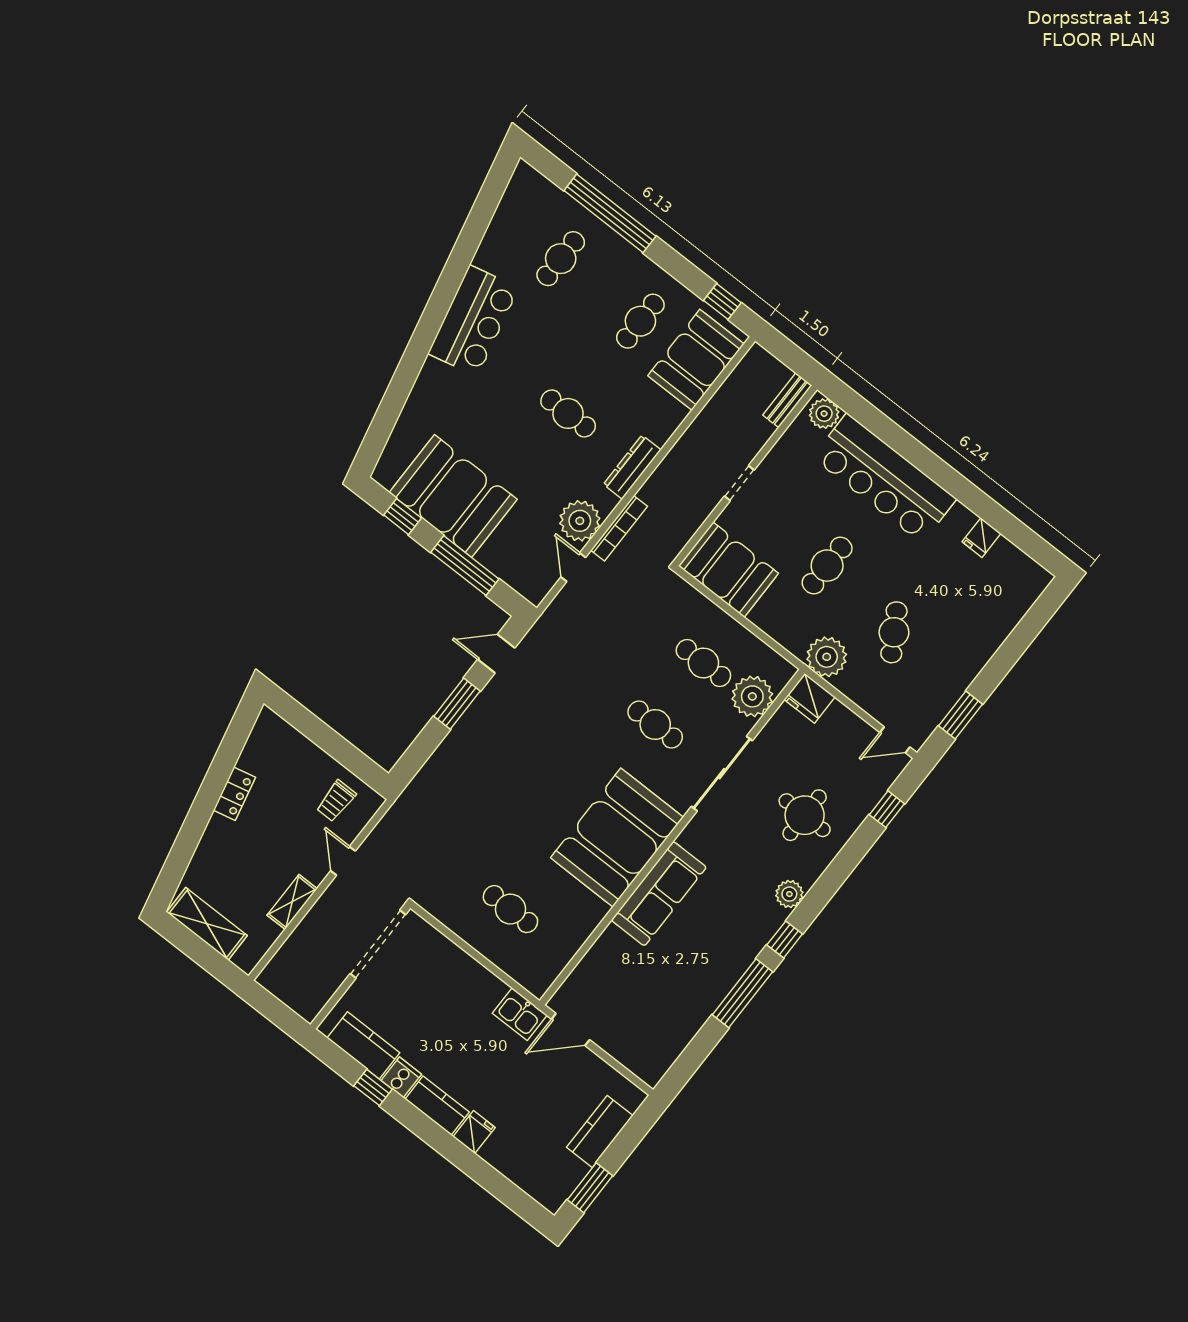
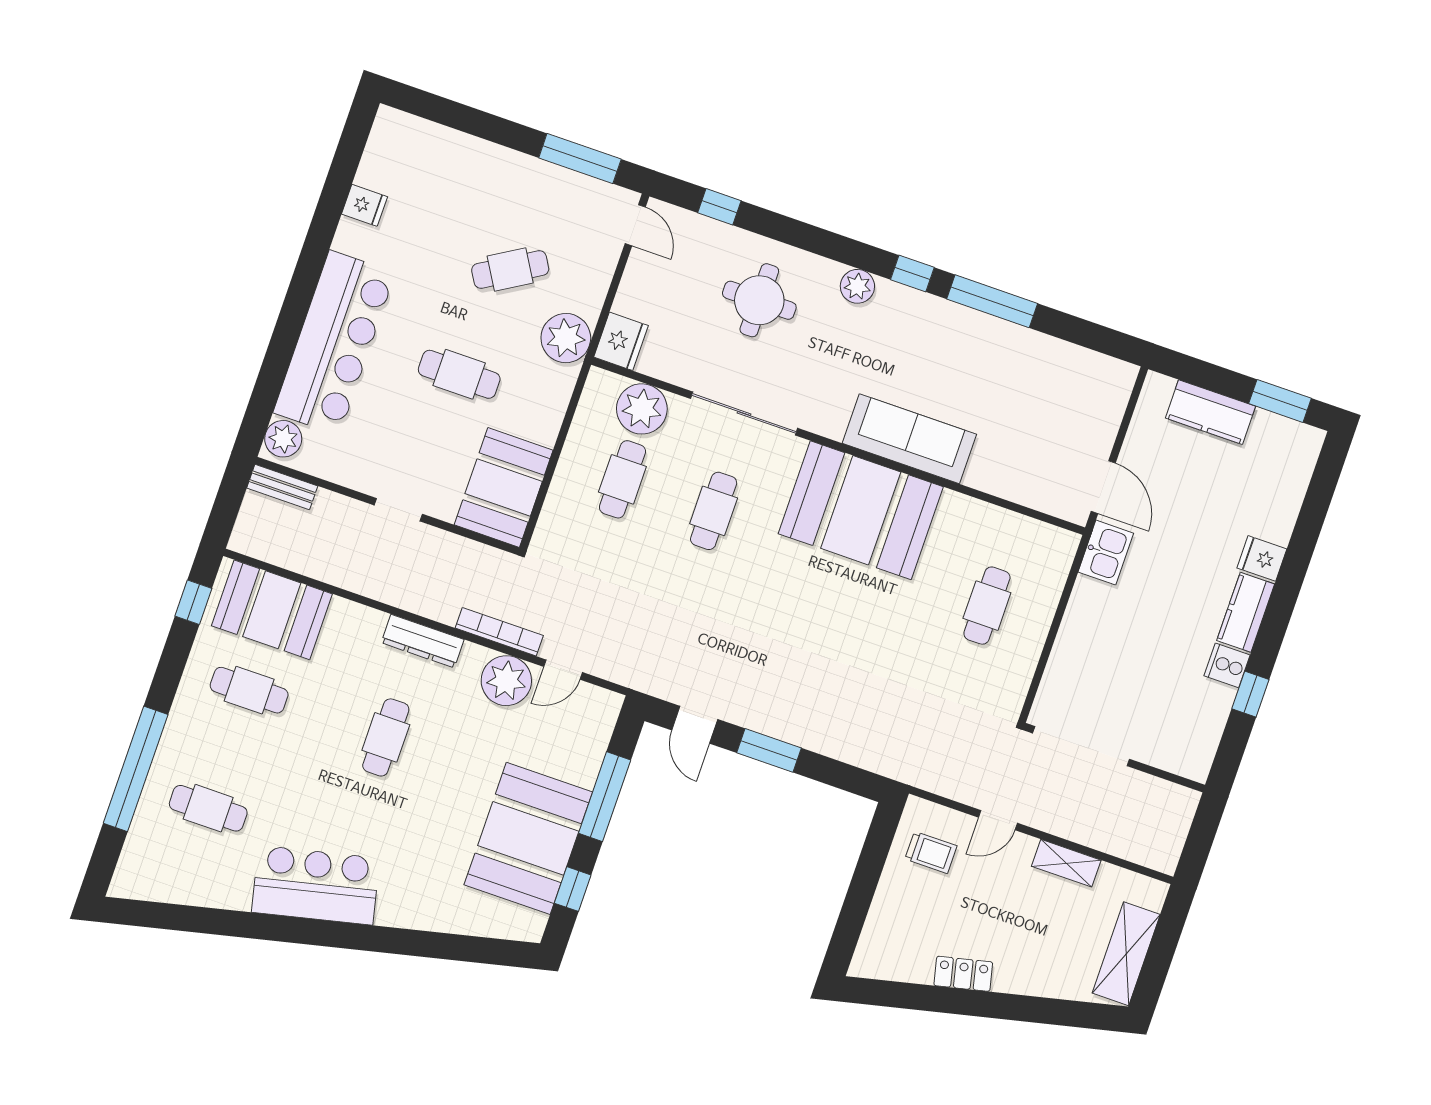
window: (961, 715) -> (580, 158), width x1.44
kitchen counter: (363, 1045) -> (1205, 722), removed

